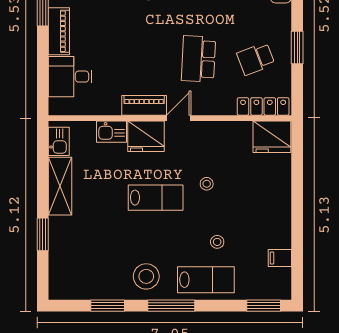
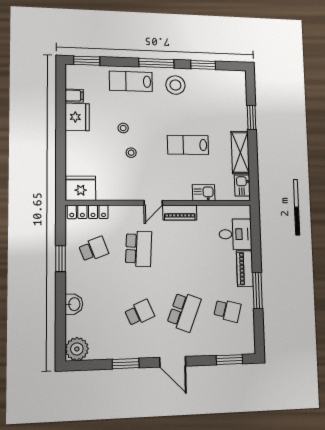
fridge: (146, 136) -> (77, 117), moved, turned 90
lab bench: (156, 198) -> (188, 145), moved
stool: (217, 242) -> (123, 128), moved

